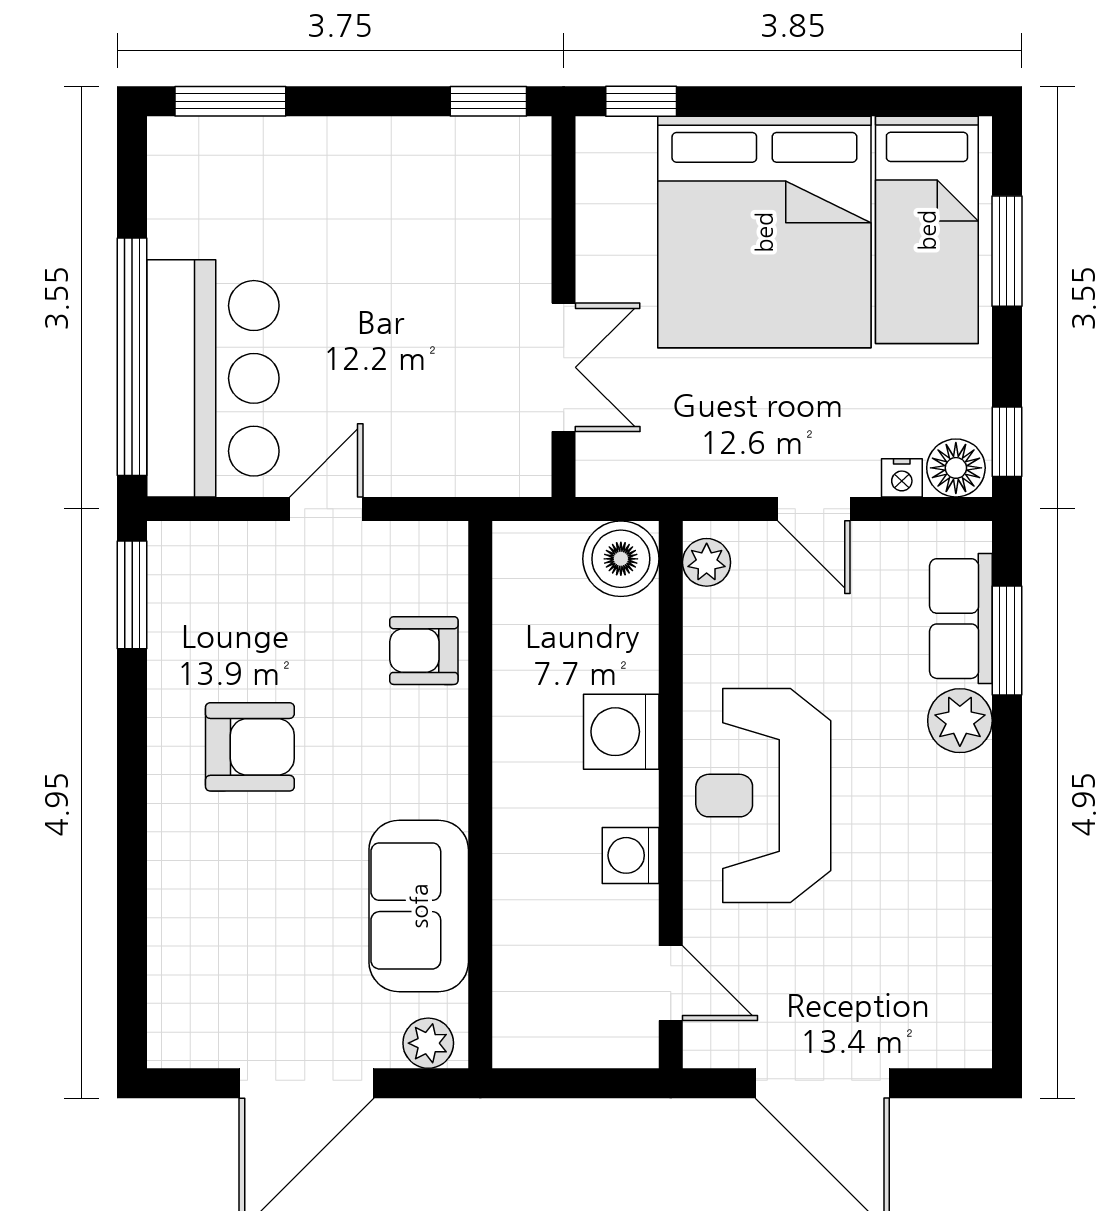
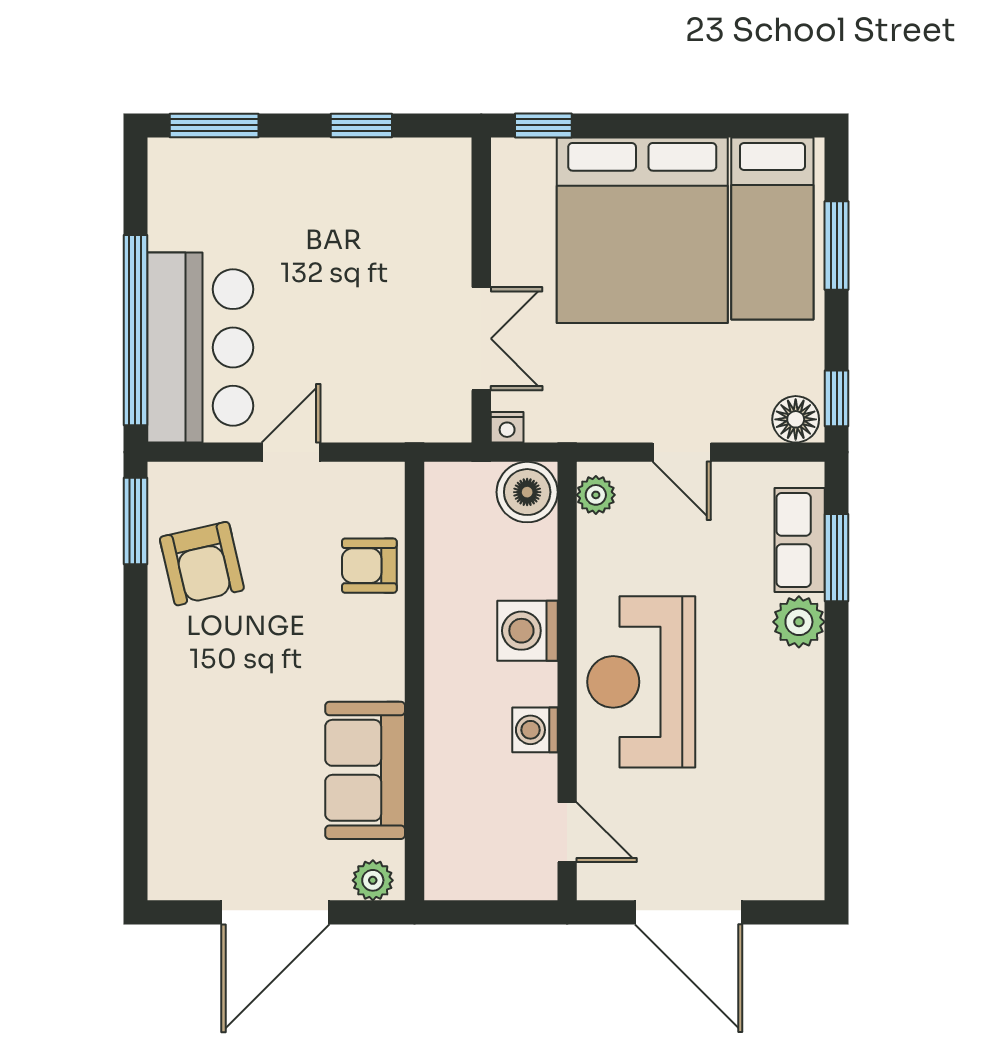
window: (488, 101) -> (361, 125), moved
nightstand: (902, 478) -> (507, 427), moved
armchair: (250, 747) -> (202, 564), moved, turned 77

